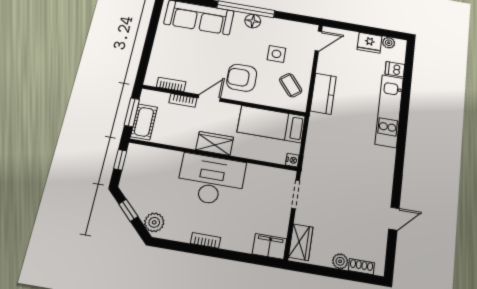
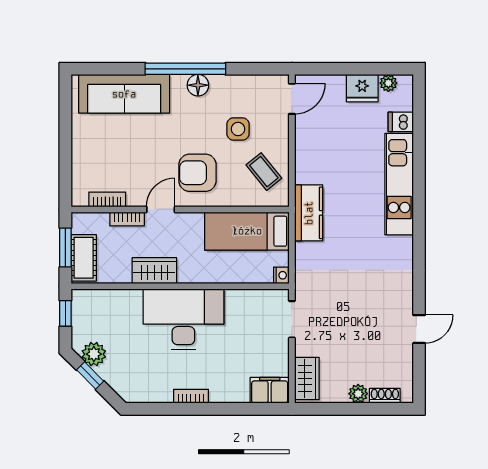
kitchen counter: (323, 94) -> (309, 213), moved
wardrobe: (215, 143) -> (154, 271), moved
plant: (154, 222) -> (94, 354), moved

